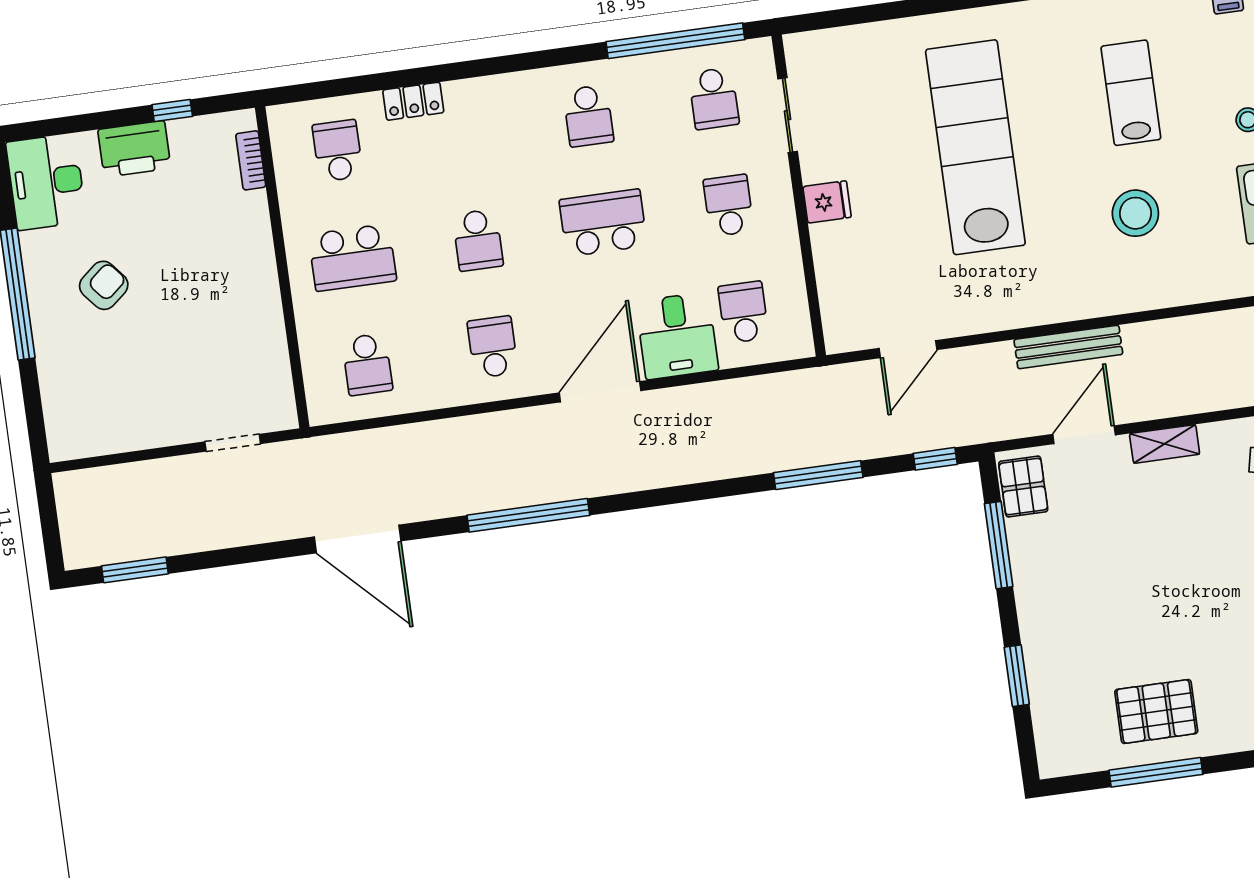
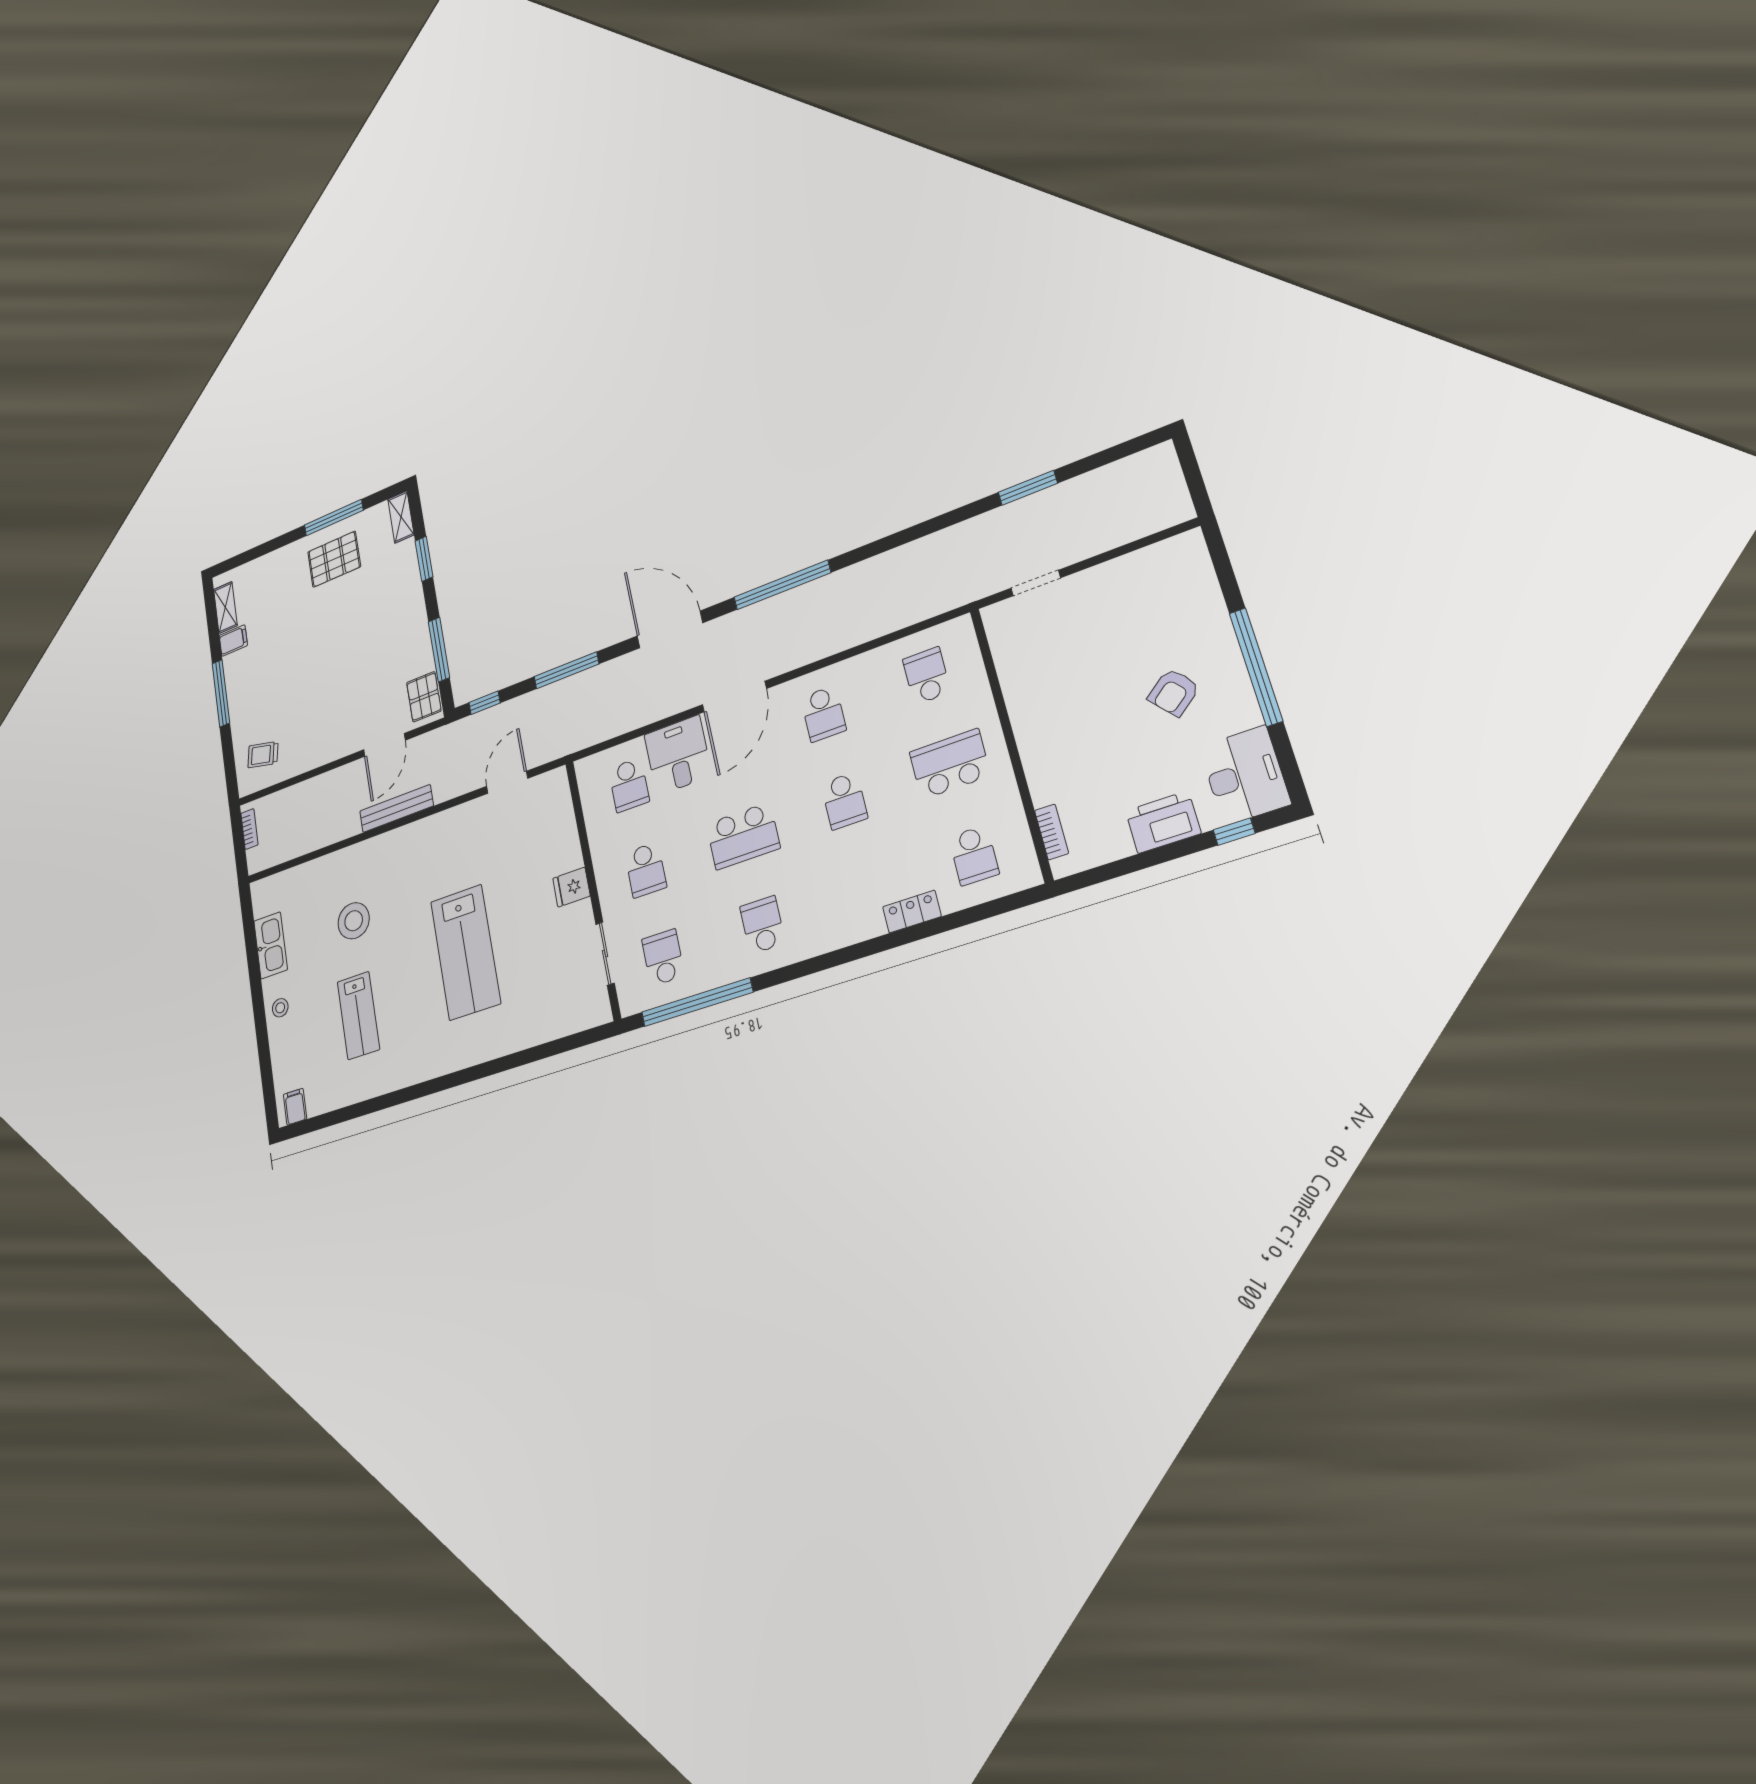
window: (172, 111) -> (1234, 832), moved
lab bench: (975, 147) -> (465, 952), width x0.73
school desk: (478, 240) -> (844, 801), turned 180
shelving: (1165, 444) -> (401, 517), moved, turned 90
door: (358, 539) -> (670, 629), moved
window: (135, 570) -> (1028, 488), moved

